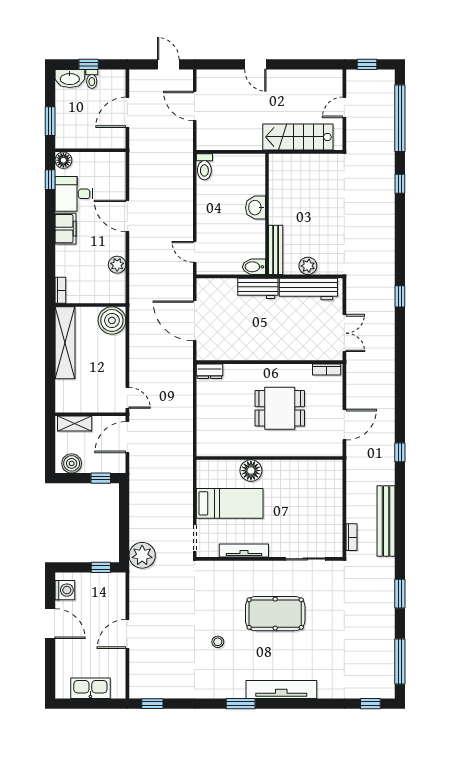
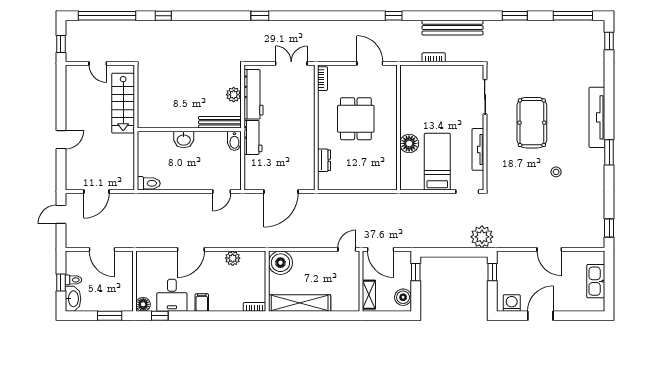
filing cabinet: (65, 229) -> (202, 303), width x0.50
dresser: (210, 371) -> (324, 160), moved
bookcase: (351, 537) -> (434, 57), moved

